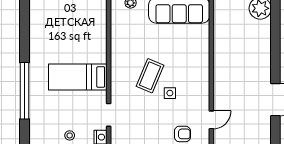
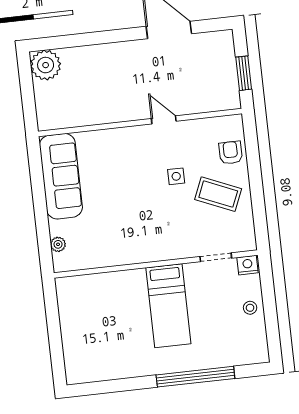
coffee table: (150, 76) -> (218, 194), moved
door: (211, 120) -> (164, 120), moved

